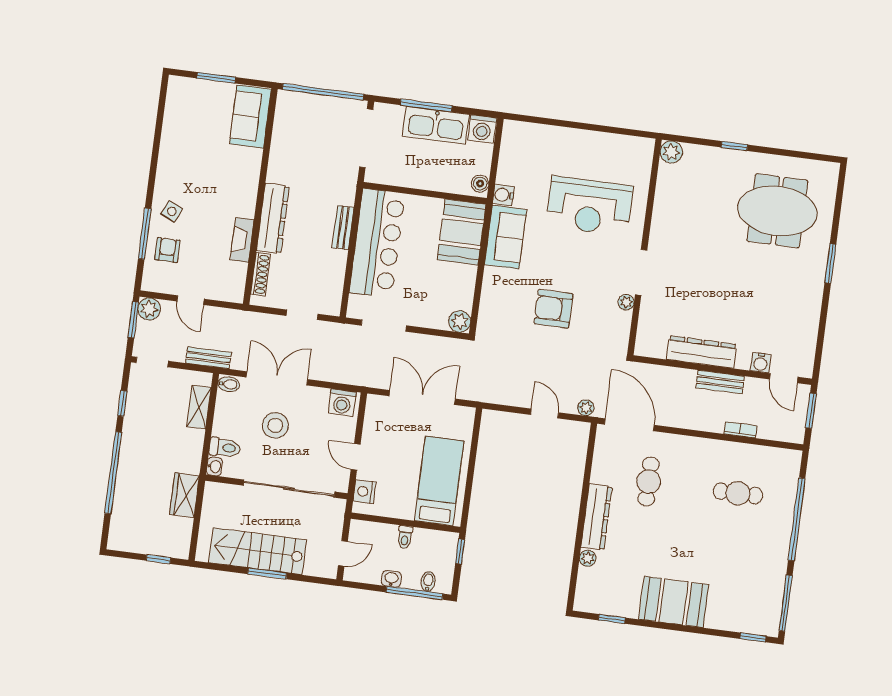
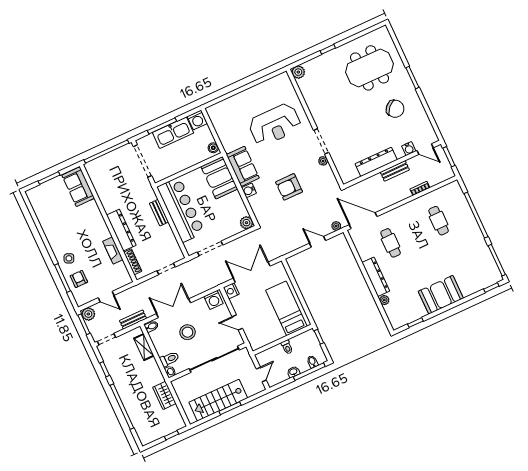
water cooler: (503, 195) -> (249, 190), moved
chair: (777, 293) -> (395, 109), added
nightstand: (364, 492) -> (231, 291), moved
cafe table: (738, 493) -> (439, 221), turned 90

